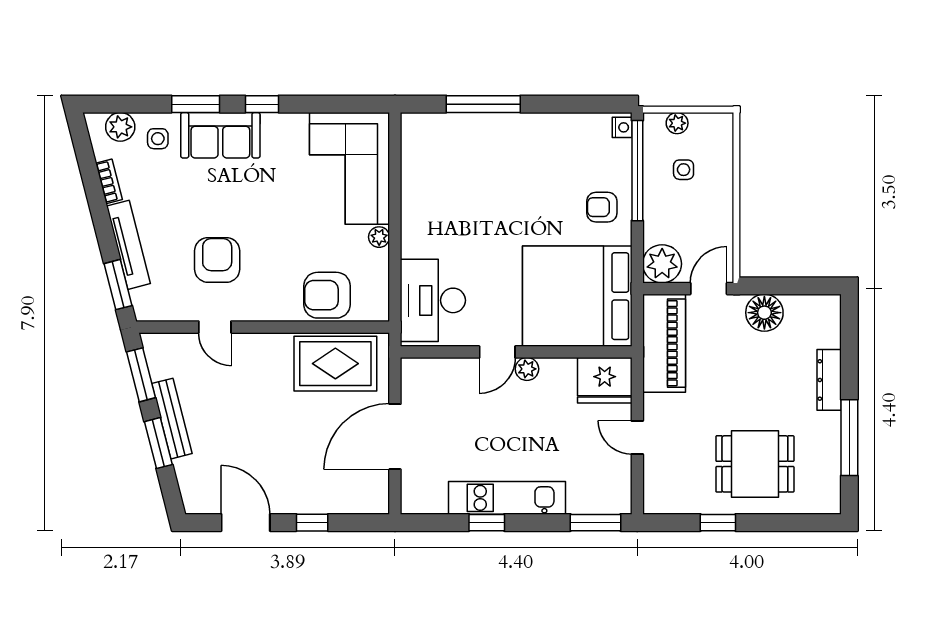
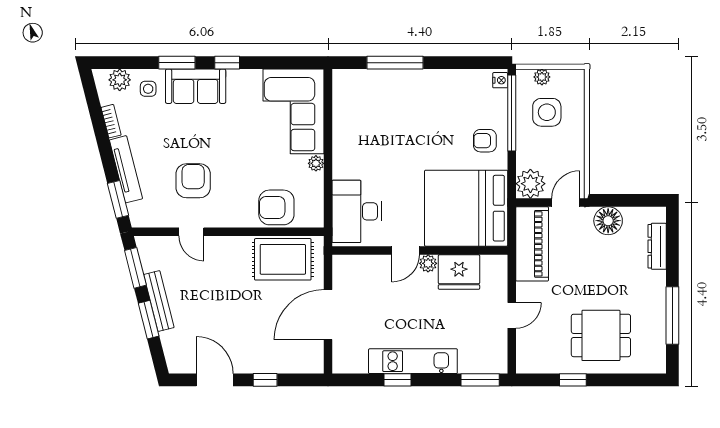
side table: (684, 170) -> (547, 112), width x1.87, depth x1.87
fridge: (605, 380) -> (459, 272), moved
dresser: (829, 380) -> (657, 246), moved
door: (637, 438) -> (512, 315), swing flipped

